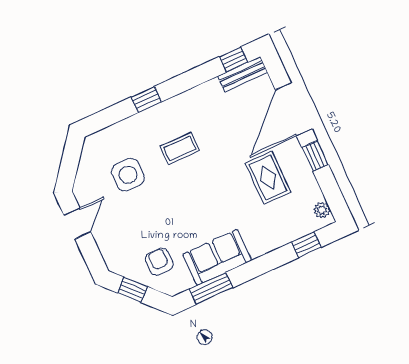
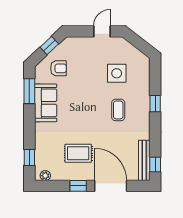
bench: (243, 74) -> (144, 160), width x1.36
door: (77, 223) -> (102, 31), swing flipped

